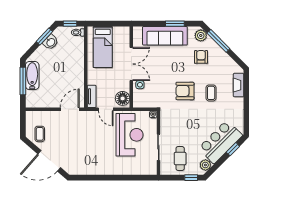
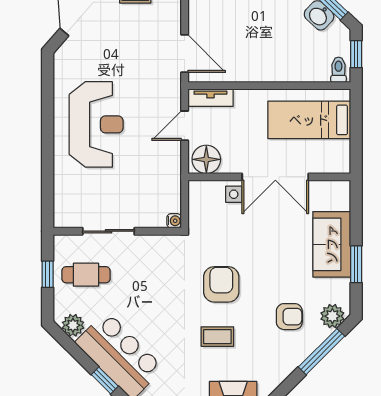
sofa: (165, 36) -> (332, 244), width x0.73
reception desk: (130, 135) -> (96, 124), moved, turned -90
window: (191, 178) -> (48, 274), moved

